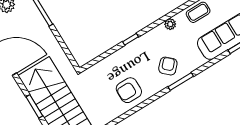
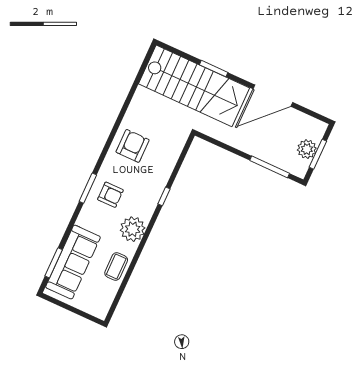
plant: (170, 24) -> (133, 229), width x1.88, depth x1.88
armchair: (168, 66) -> (110, 195), turned -43

